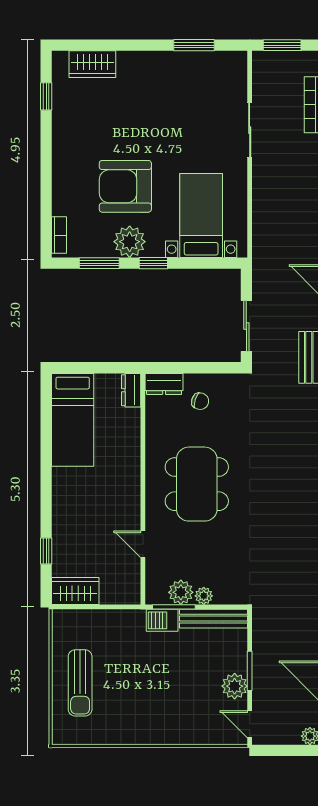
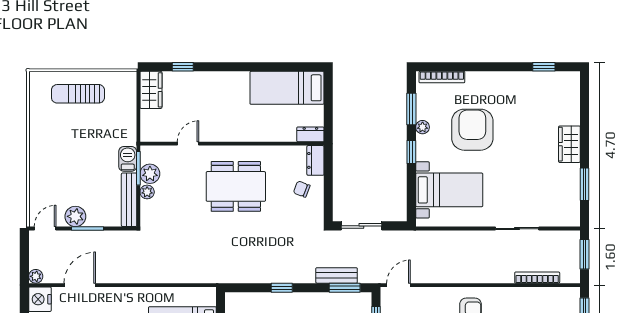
wardrobe: (92, 64) -> (569, 144), moved
bookcase: (59, 235) -> (442, 77), width x1.56
plant: (130, 242) -> (423, 127), width x0.53, depth x0.53
chair: (200, 401) -> (302, 189), turned 94

